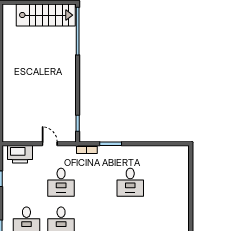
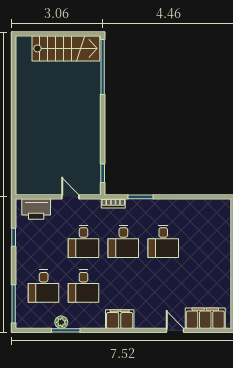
desk: (96, 182) -> (123, 241), added

